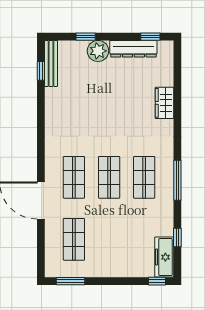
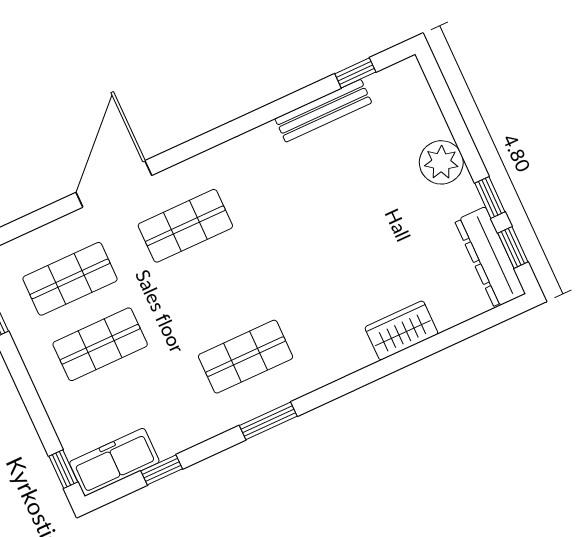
window: (86, 37) -> (490, 197), moved
dresser: (133, 49) -> (490, 257), moved
bench: (51, 63) -> (323, 111), moved
shop shelf: (109, 177) -> (100, 344), moved
window: (177, 180) -> (268, 421), width x0.69

